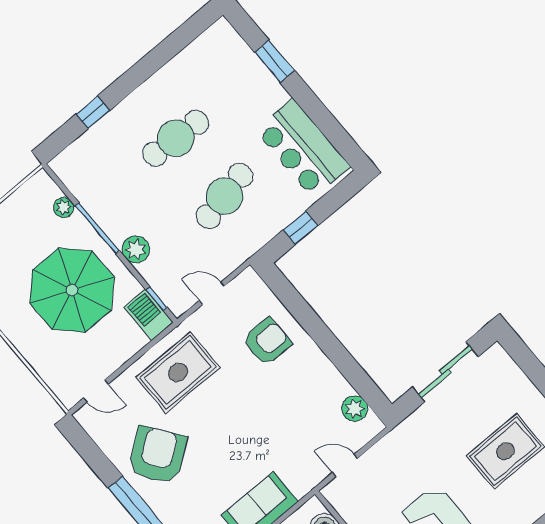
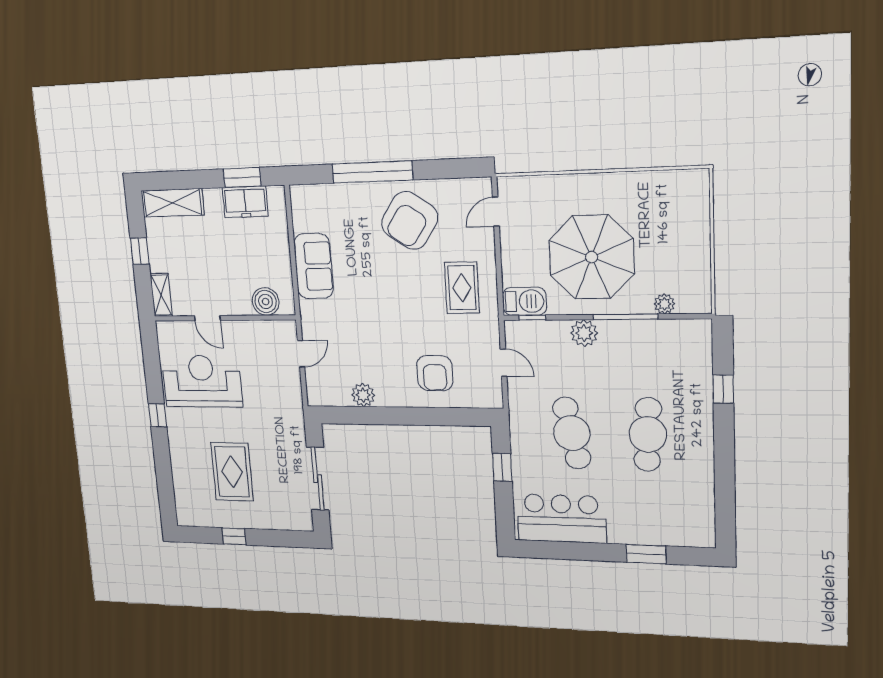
door: (212, 293) -> (504, 363), hinge flipped
rug: (178, 372) -> (462, 288), width x0.73, depth x0.70
plant: (355, 409) -> (363, 395), moved
armchair: (158, 455) -> (410, 220), turned 70

